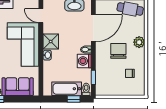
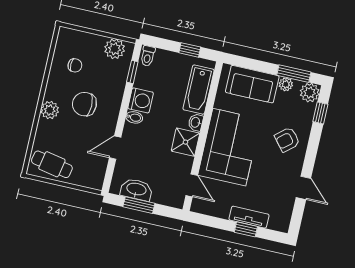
door: (93, 28) -> (115, 148), width x0.53
chair: (118, 51) -> (84, 104), turned 90
bathtub: (67, 89) -> (199, 90), moved, turned 90
plant: (108, 89) -> (115, 49), added
window: (74, 99) -> (190, 50), moved

